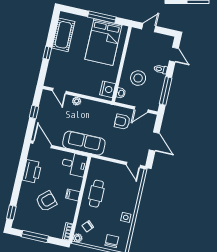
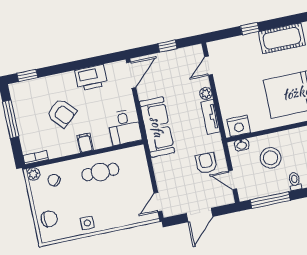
tv unit: (93, 105) -> (211, 117), added

